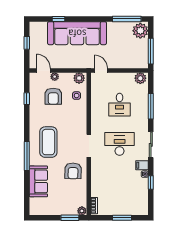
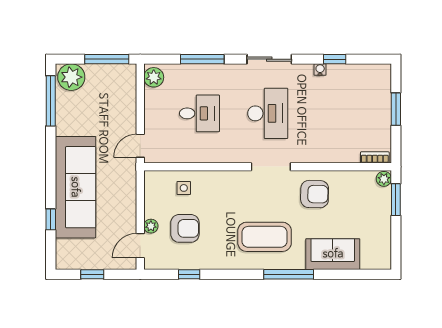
plant: (79, 78) -> (153, 184), removed
desk: (120, 144) -> (268, 113), turned 180
filing cabinet: (142, 165) -> (305, 74), removed

